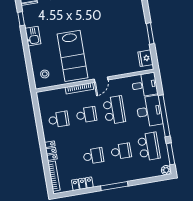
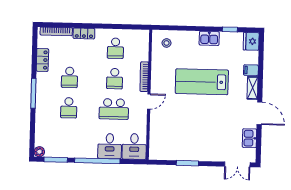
lab bench: (72, 56) -> (202, 82), moved
fridge: (146, 58) -> (162, 153), removed
door: (101, 80) -> (149, 101), swing flipped
desk: (149, 111) -> (110, 146), width x0.73
school desk: (149, 147) -> (68, 138), removed

